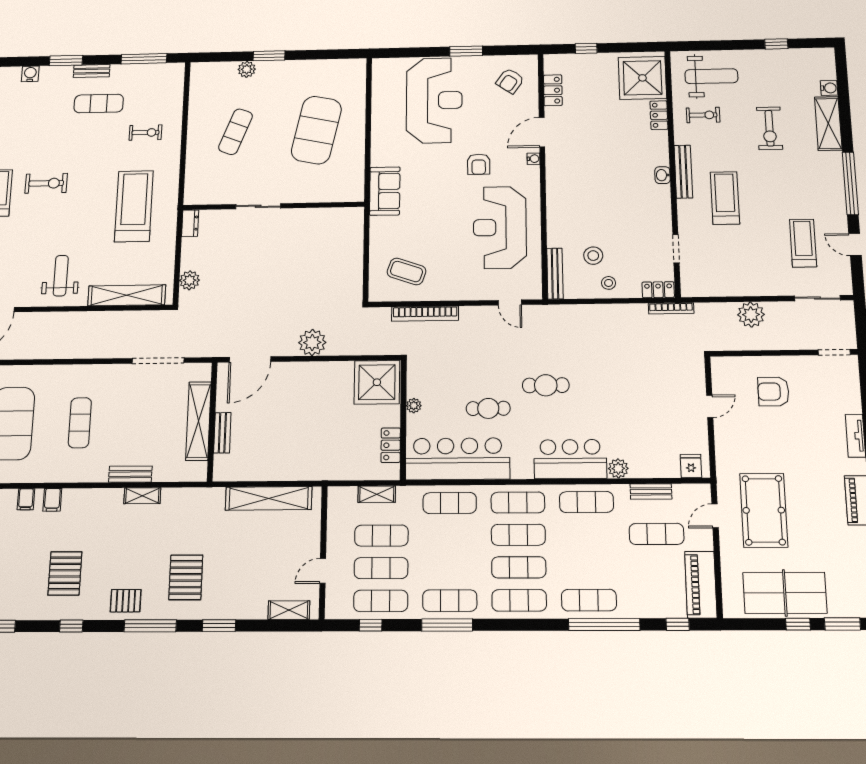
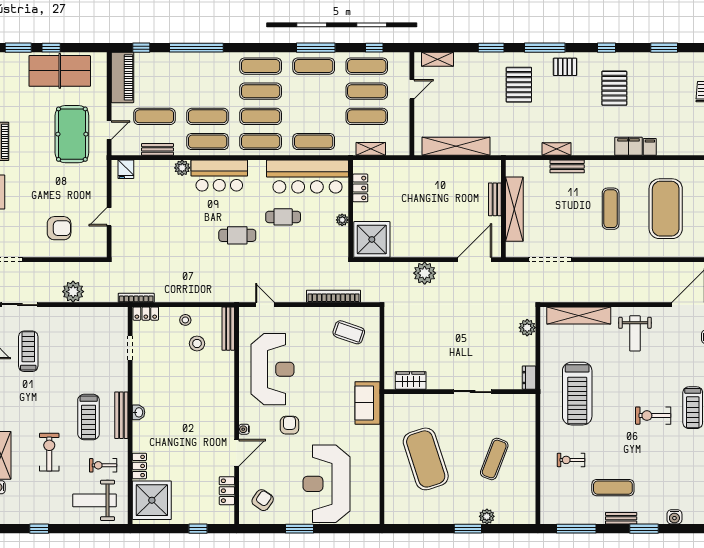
exercise mat: (316, 130) -> (426, 459), turned -30
treadmill: (725, 198) -> (89, 417), moved
wardrobe: (332, 217) -> (411, 380), added
treadmill: (803, 243) -> (28, 351), turned 180
filing cabinet: (52, 500) -> (629, 146), width x2.00
exercise mat: (589, 600) -> (208, 116), moved

